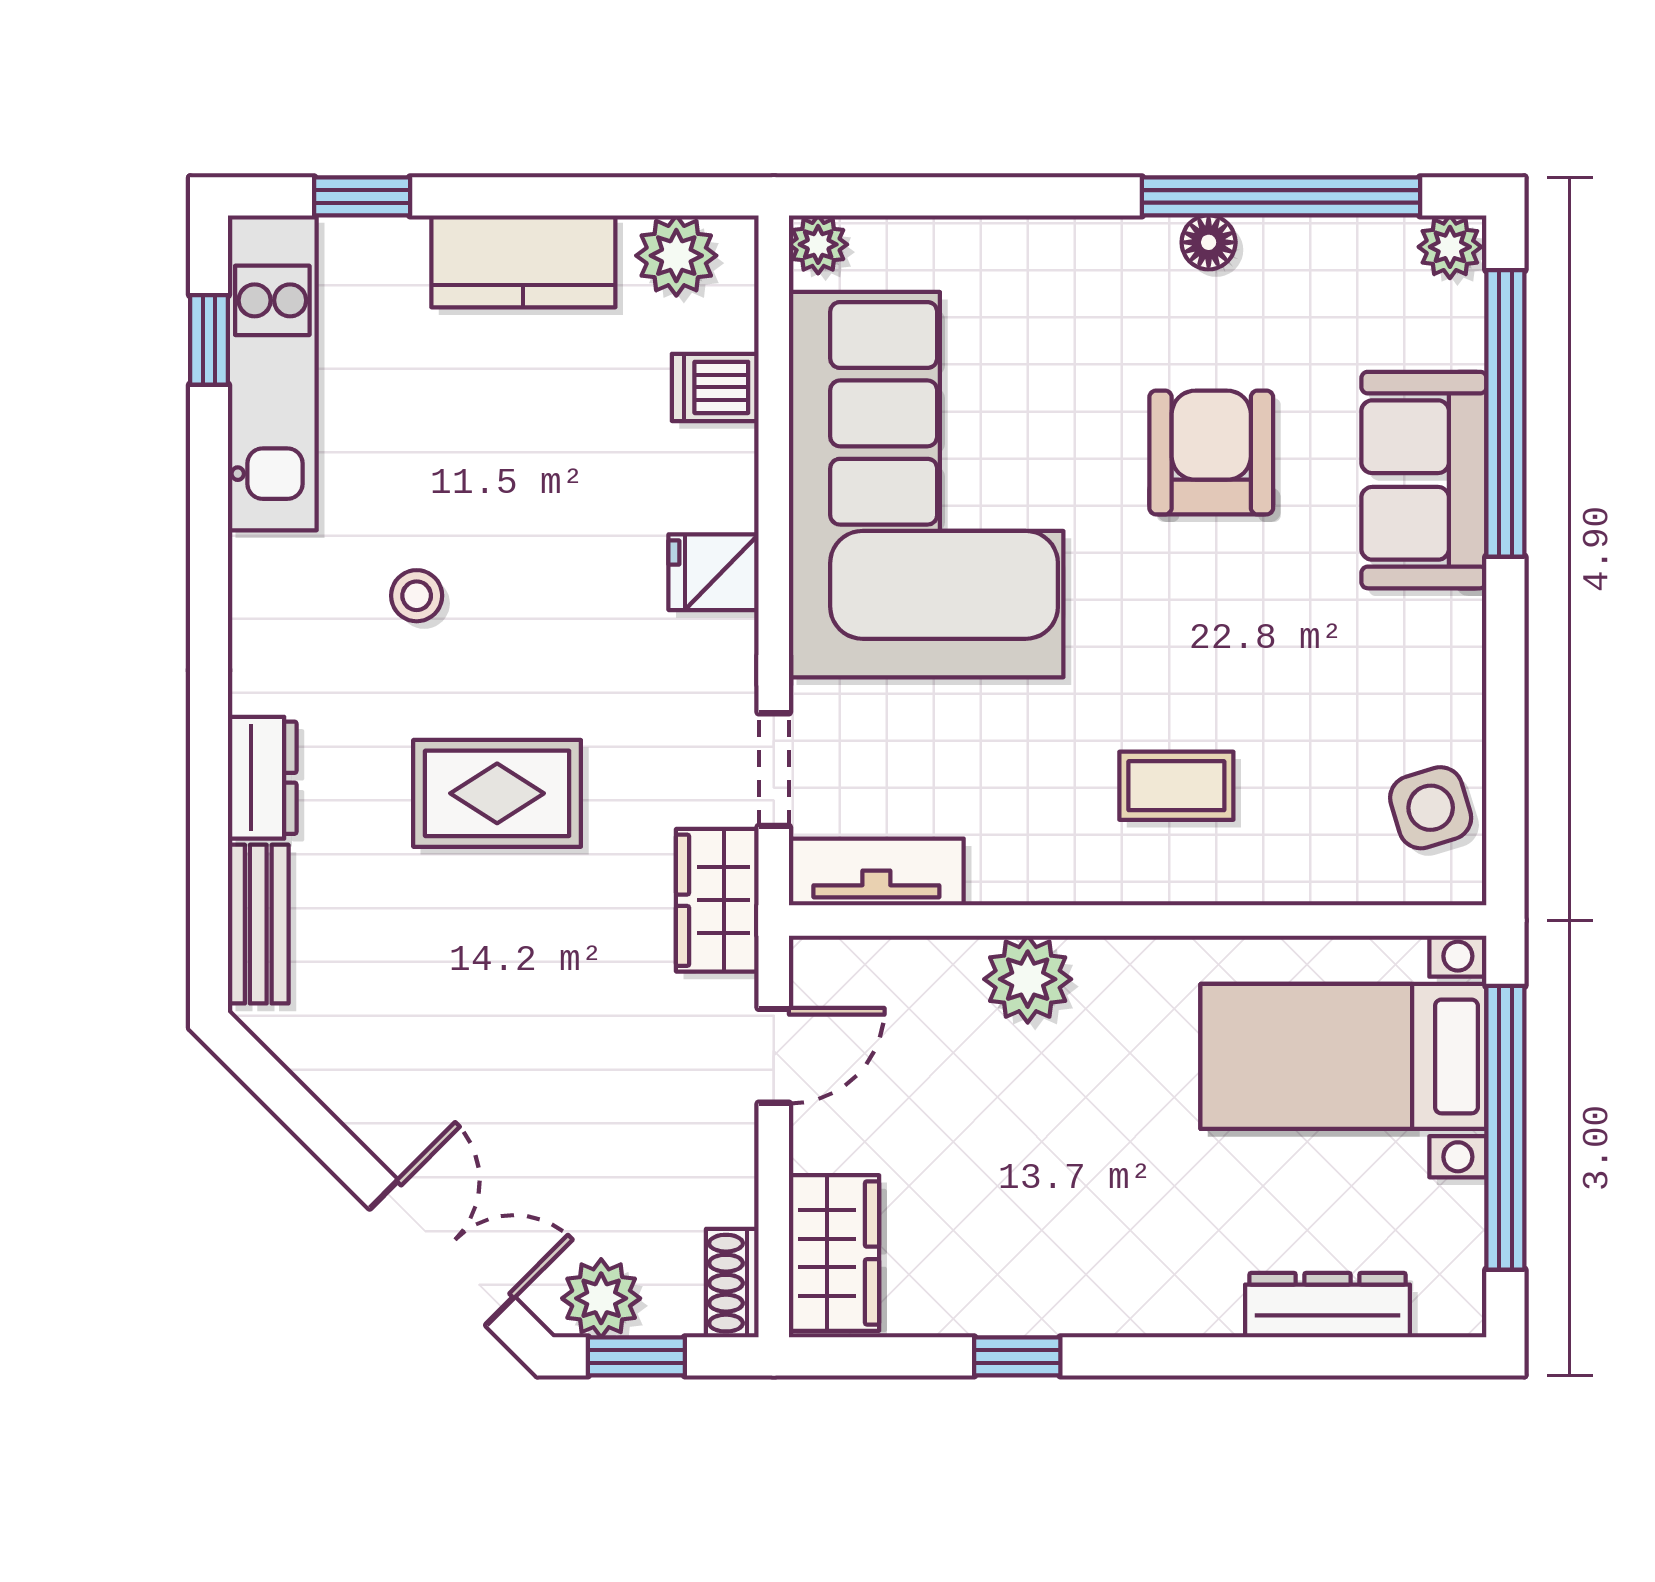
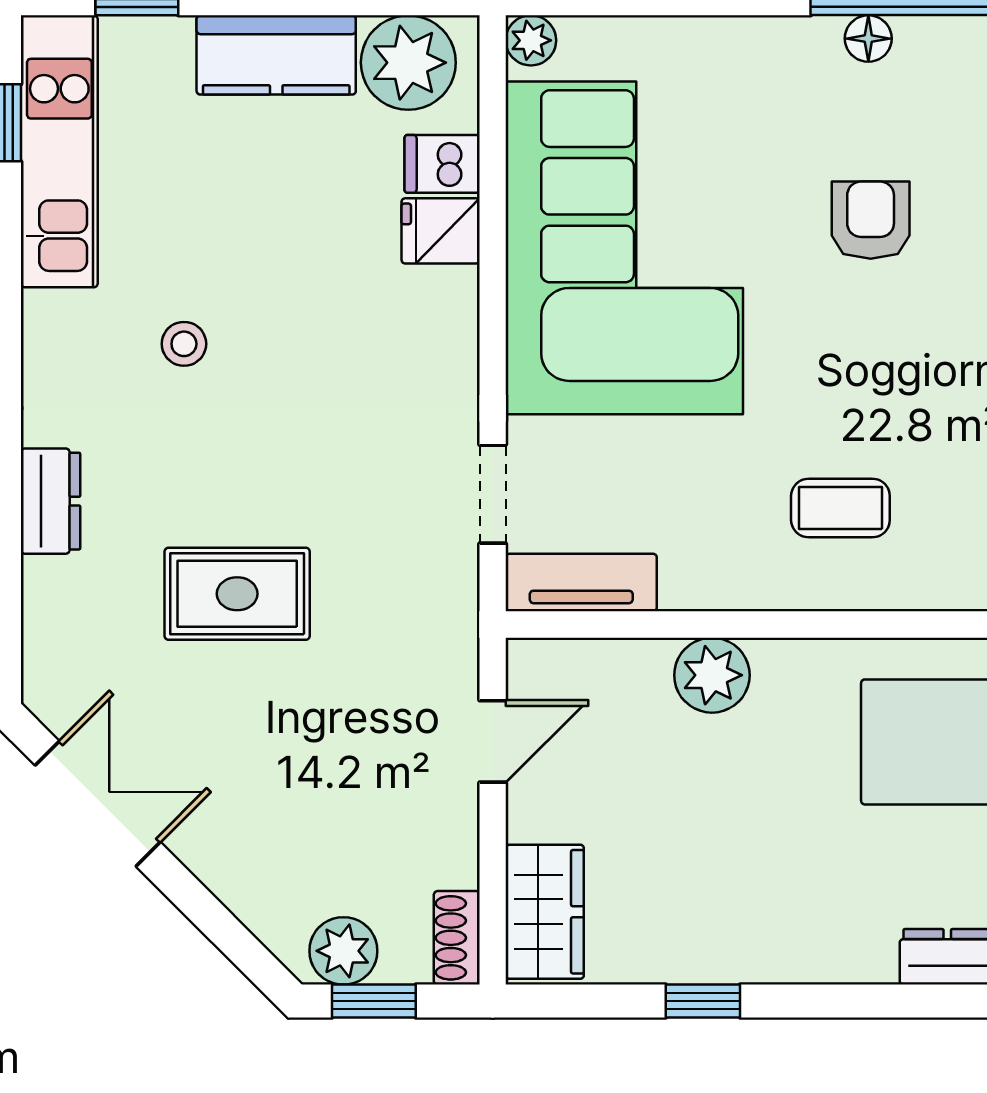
plant: (676, 256) -> (408, 63), width x1.36, depth x1.36
armchair: (1211, 453) -> (871, 220), width x0.72, depth x0.72
fridge: (714, 572) -> (441, 231), moved
rug: (497, 793) -> (237, 594), moved
wardrobe: (717, 900) -> (444, 607), removed
bench: (258, 924) -> (47, 628), removed
double door: (442, 1253) -> (98, 804), moved

